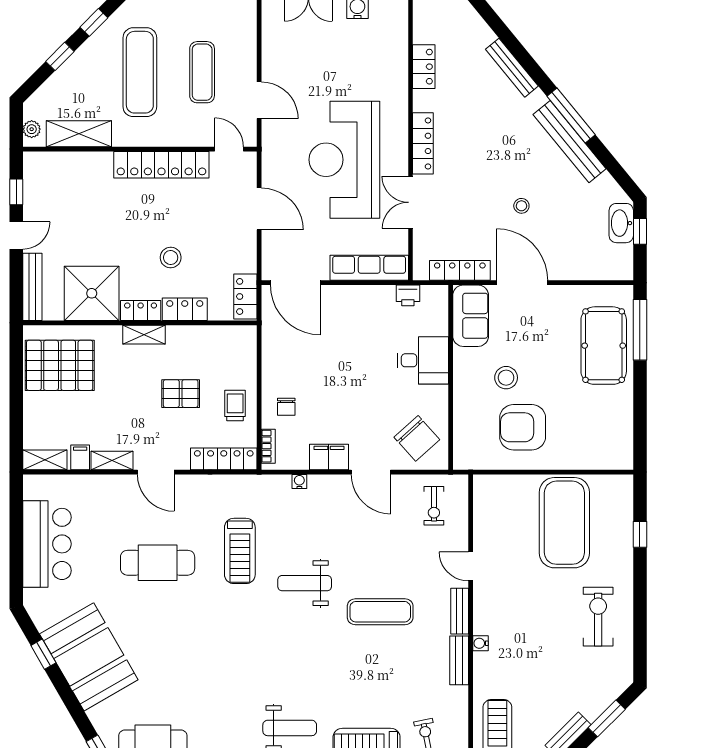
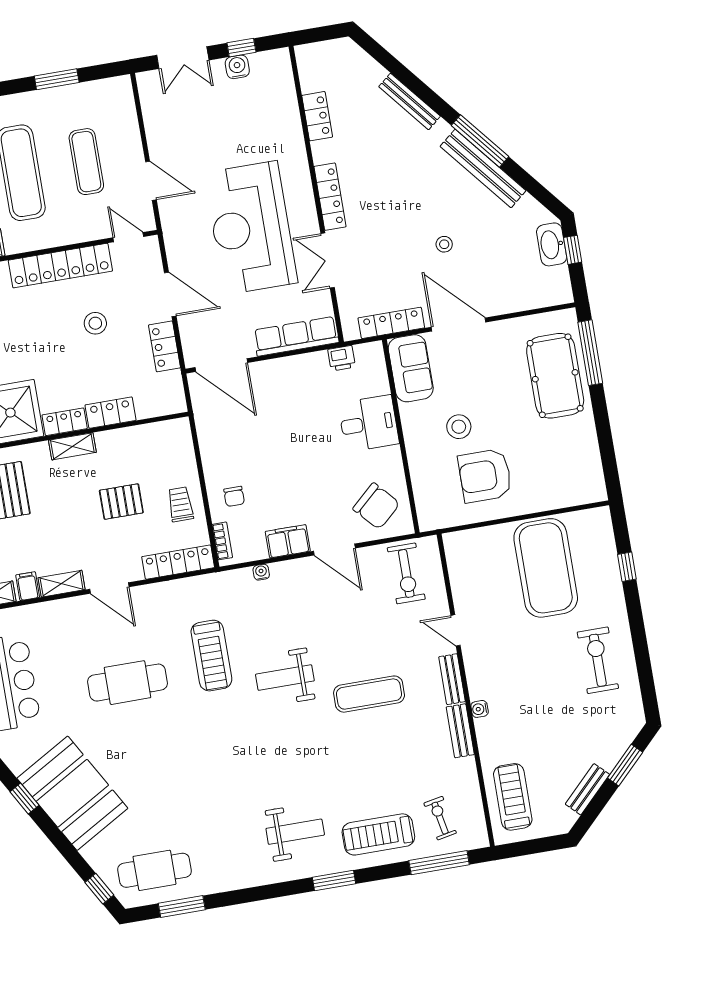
stool: (171, 258) -> (95, 323), moved
locker: (245, 296) -> (165, 346), moved
exercise bike: (434, 506) -> (406, 573), width x1.38, depth x1.39

